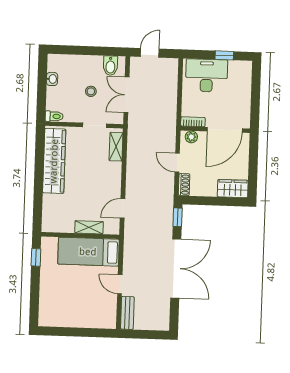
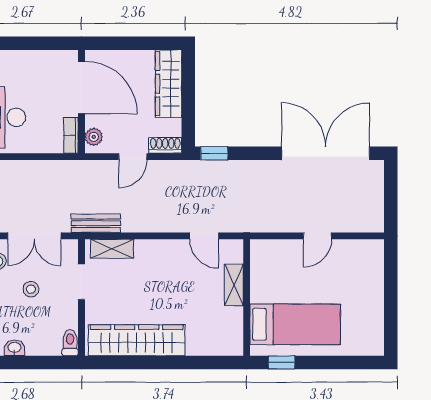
wardrobe: (233, 189) -> (169, 84), width x1.50
bed: (88, 252) -> (295, 324), moved, turned -90
double door: (176, 269) -> (326, 153), moved
bench: (127, 313) -> (96, 223), moved

